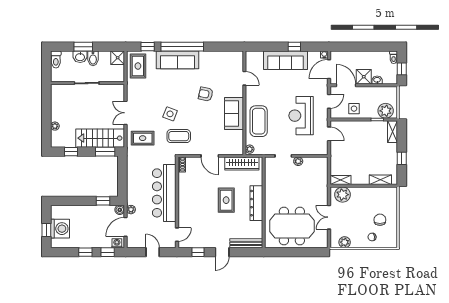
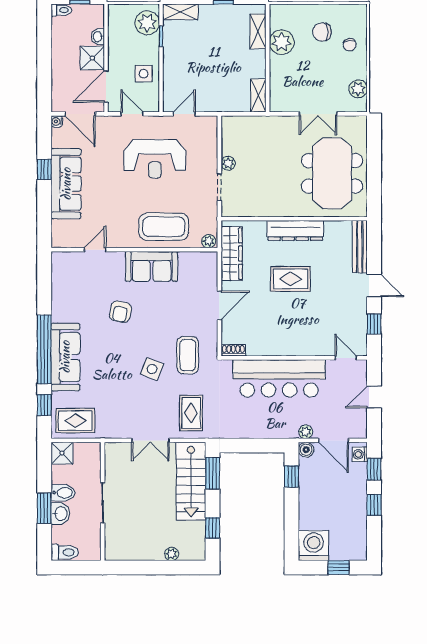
plant: (343, 195) -> (282, 42), moved
washing machine: (60, 229) -> (314, 546), moved

